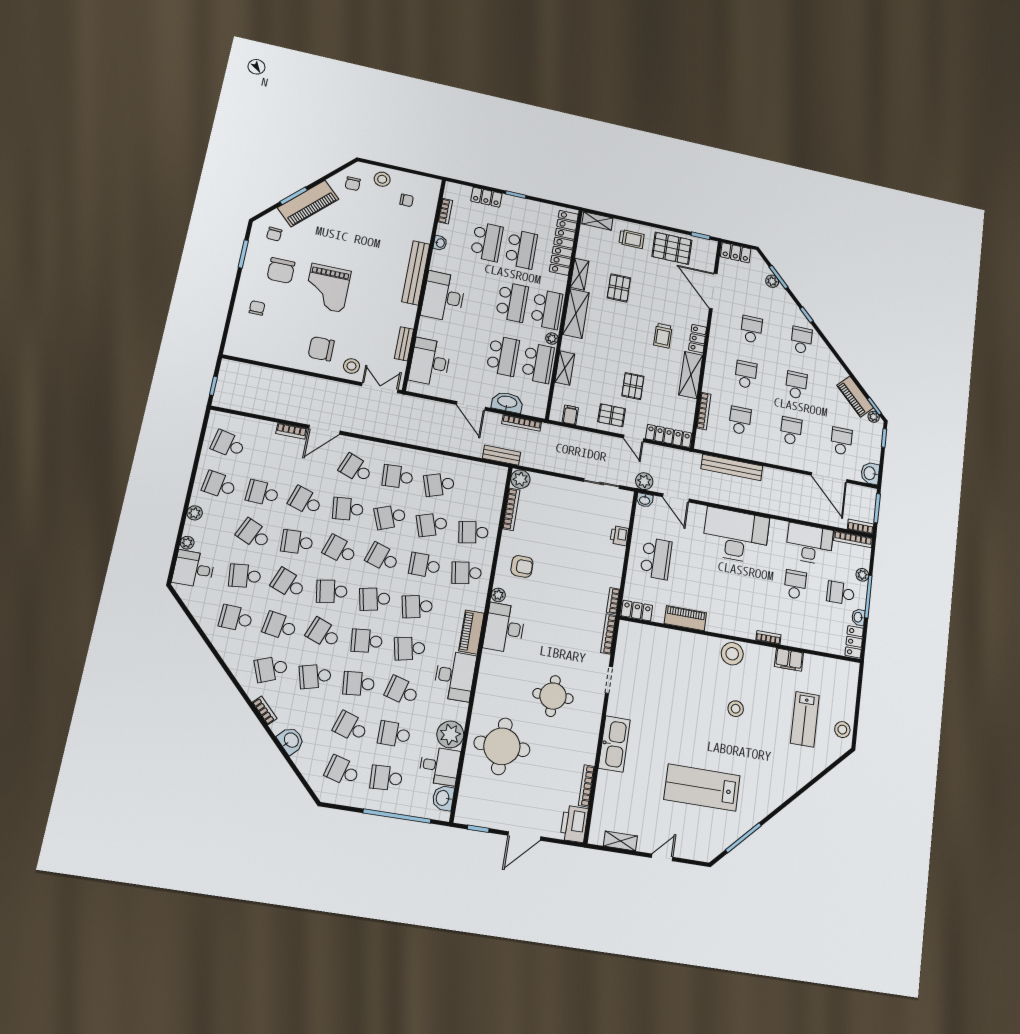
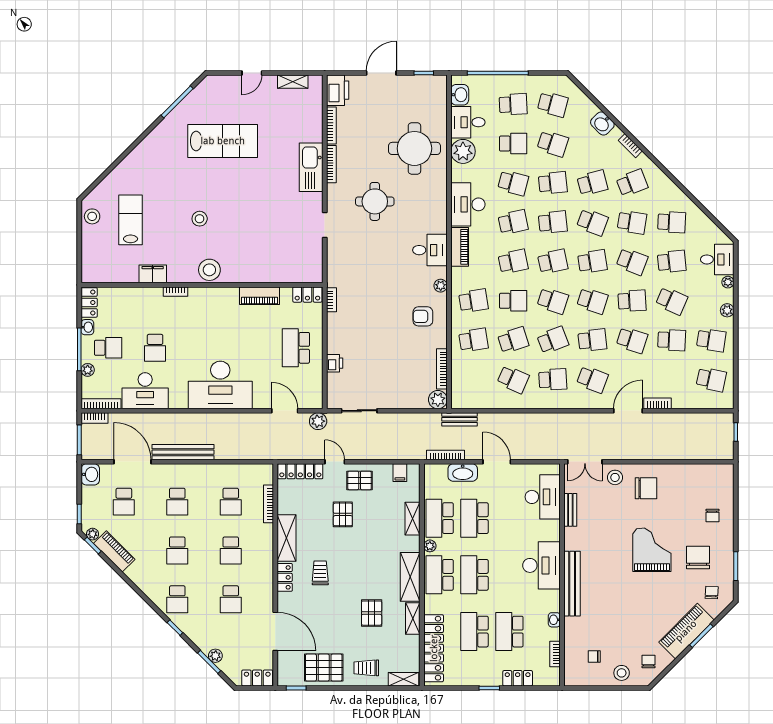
bench: (732, 467) -> (183, 452), moved
school desk: (439, 485) -> (513, 379), turned 42
washbasin: (645, 500) -> (315, 403), removed
desk: (504, 628) -> (430, 250), width x0.73
bookcase: (608, 634) -> (331, 164), moved

